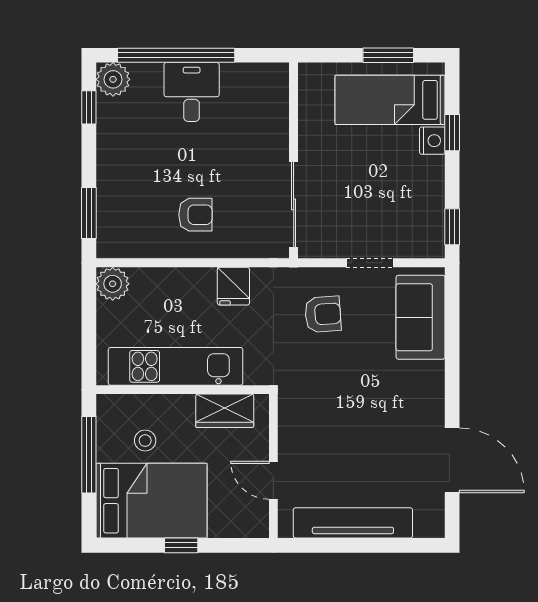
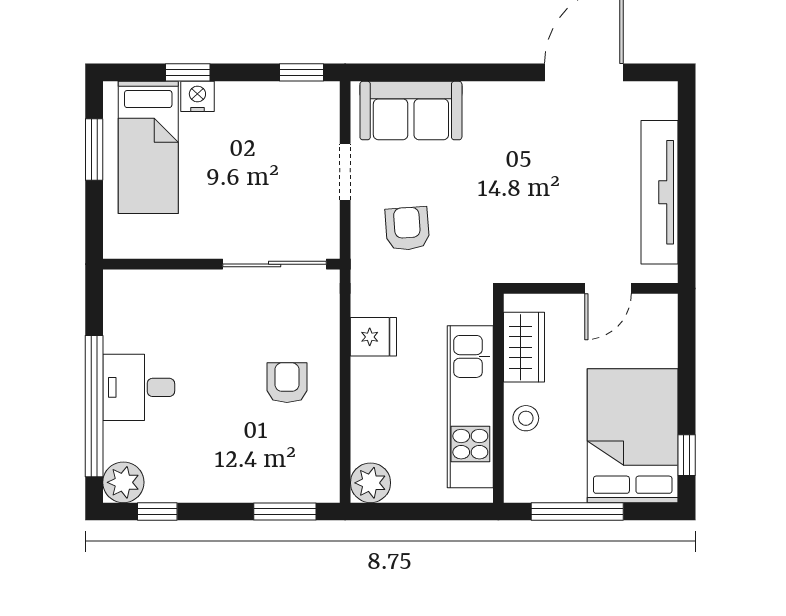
stool: (145, 441) -> (526, 418), moved
window: (181, 545) -> (687, 455), moved

